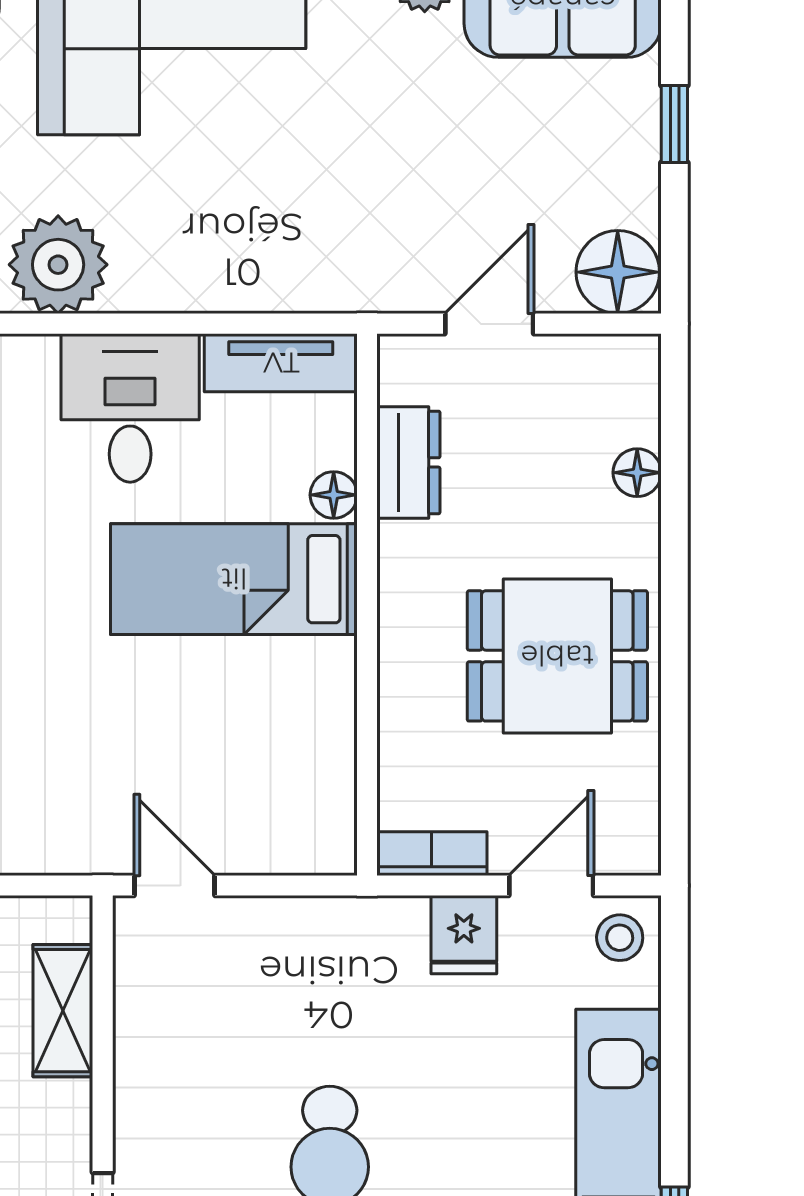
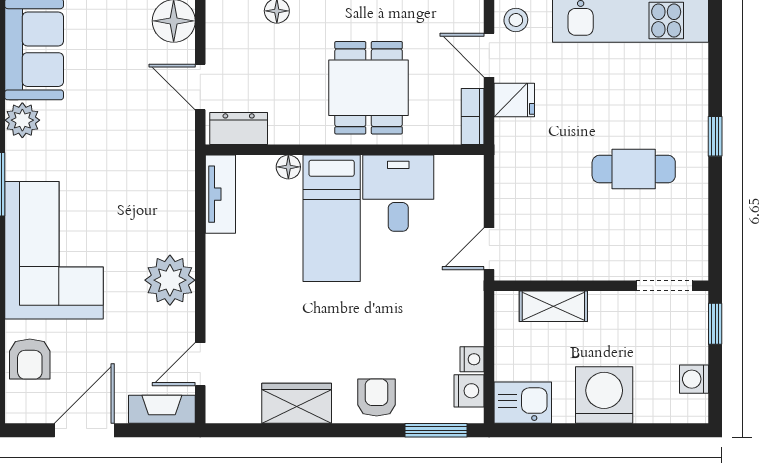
plant: (58, 265) -> (170, 280), moved
desk: (130, 408) -> (398, 193), moved, turned 90
dresser: (408, 462) -> (239, 129), moved
dining table: (557, 656) -> (369, 88), moved

